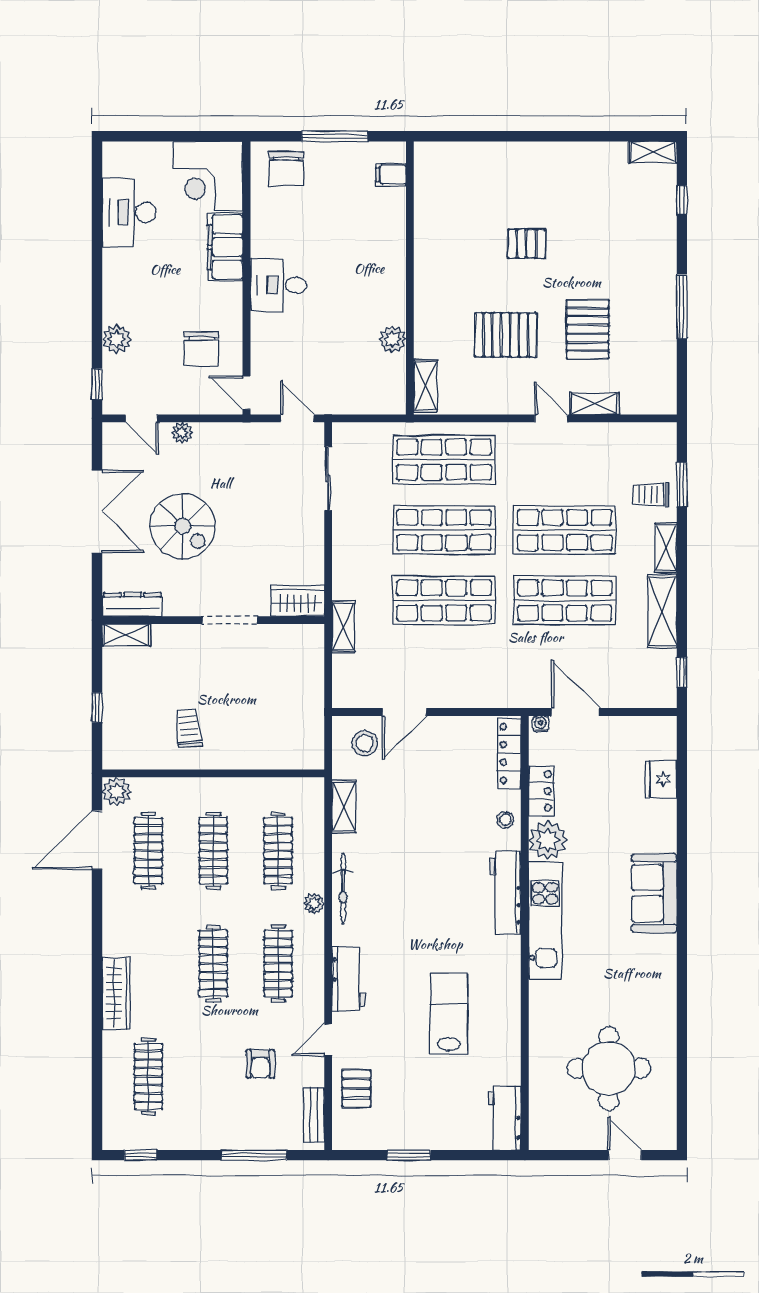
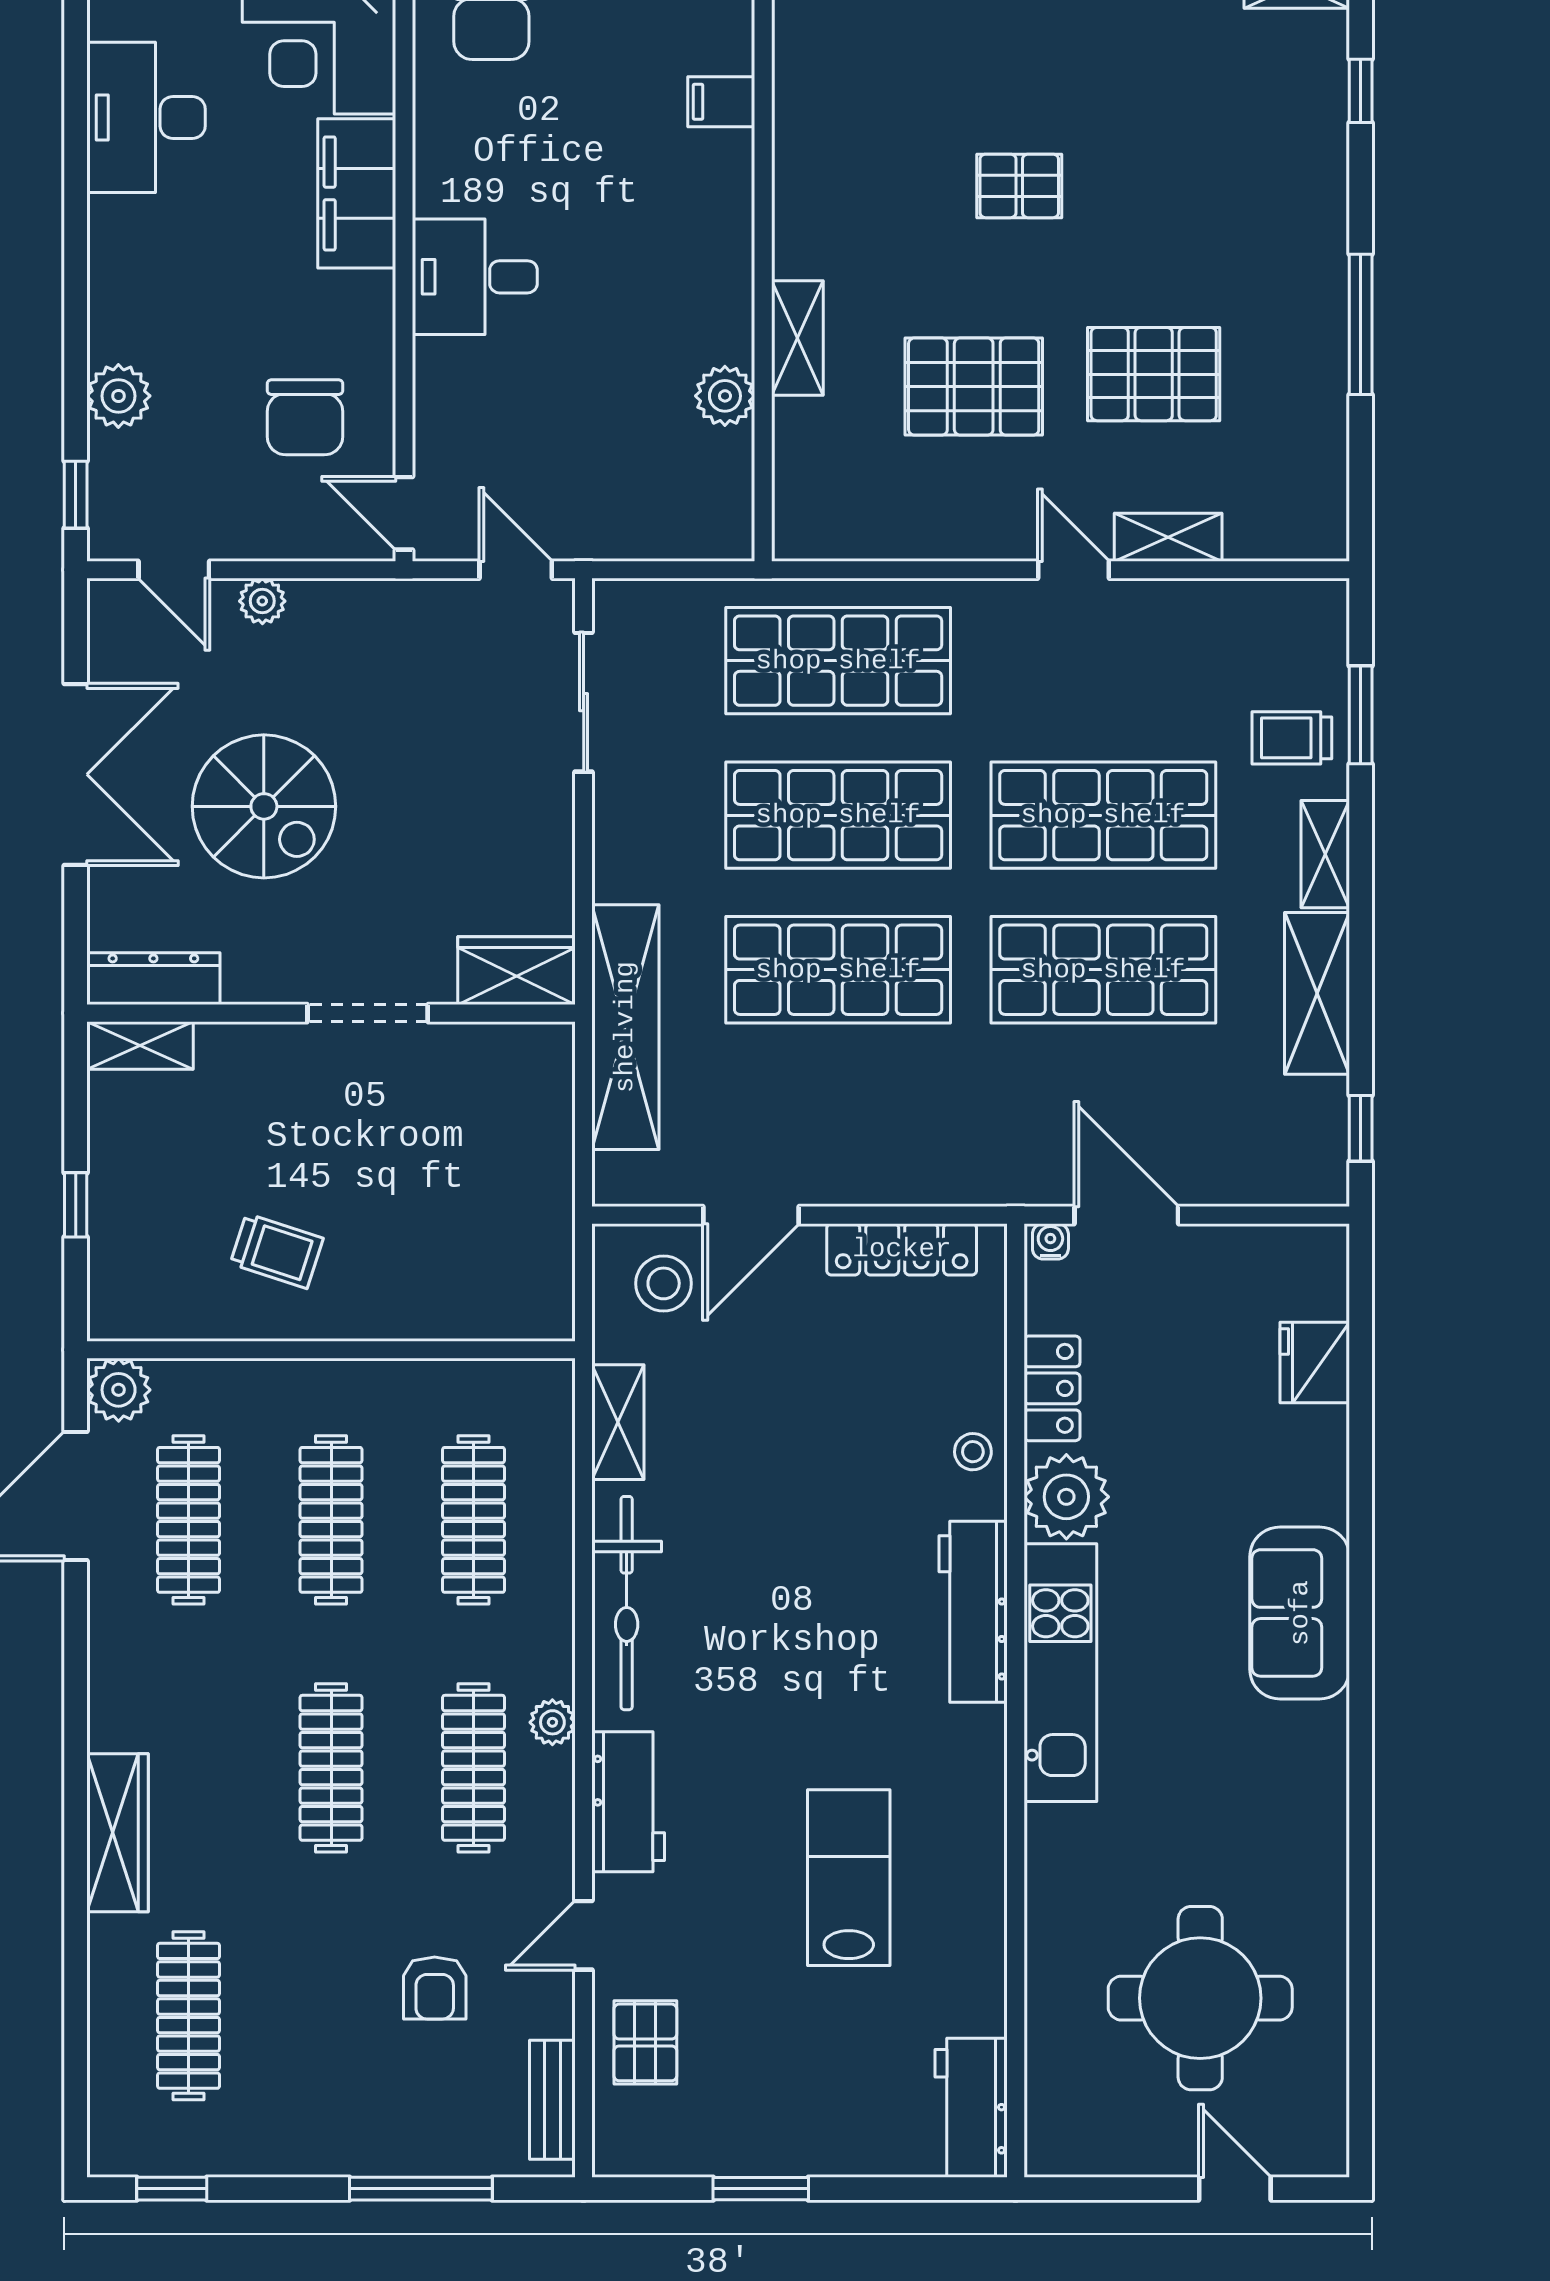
filing cabinet: (391, 175) -> (721, 102), moved
pallet: (588, 329) -> (1154, 374), turned 90
shelving: (425, 386) -> (797, 338), moved
shelving: (343, 627) -> (625, 1027), width x2.20, depth x1.33
trolley: (189, 728) -> (277, 1251), turned 114
locker: (509, 753) -> (902, 1249), moved, turned -90
bicycle: (343, 889) -> (627, 1603), width x1.37, depth x1.40
plant: (314, 904) -> (552, 1722), moved

